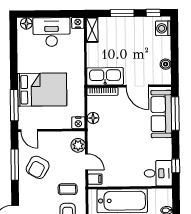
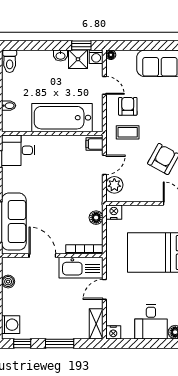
desk: (52, 32) -> (151, 322), width x0.73
door: (85, 58) -> (104, 289), added
door: (87, 162) -> (104, 165), swing flipped

